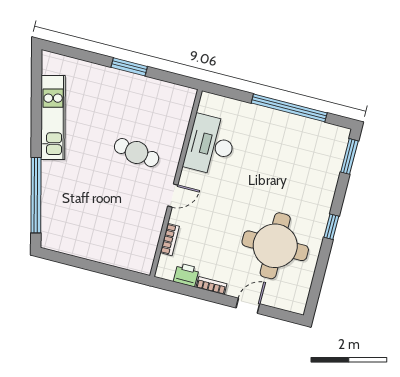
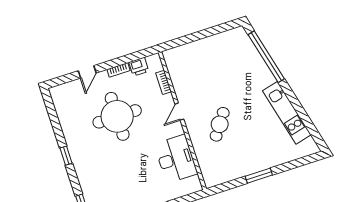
cafe table: (137, 152) -> (220, 124), turned -64
round table: (275, 246) -> (117, 116), moved

